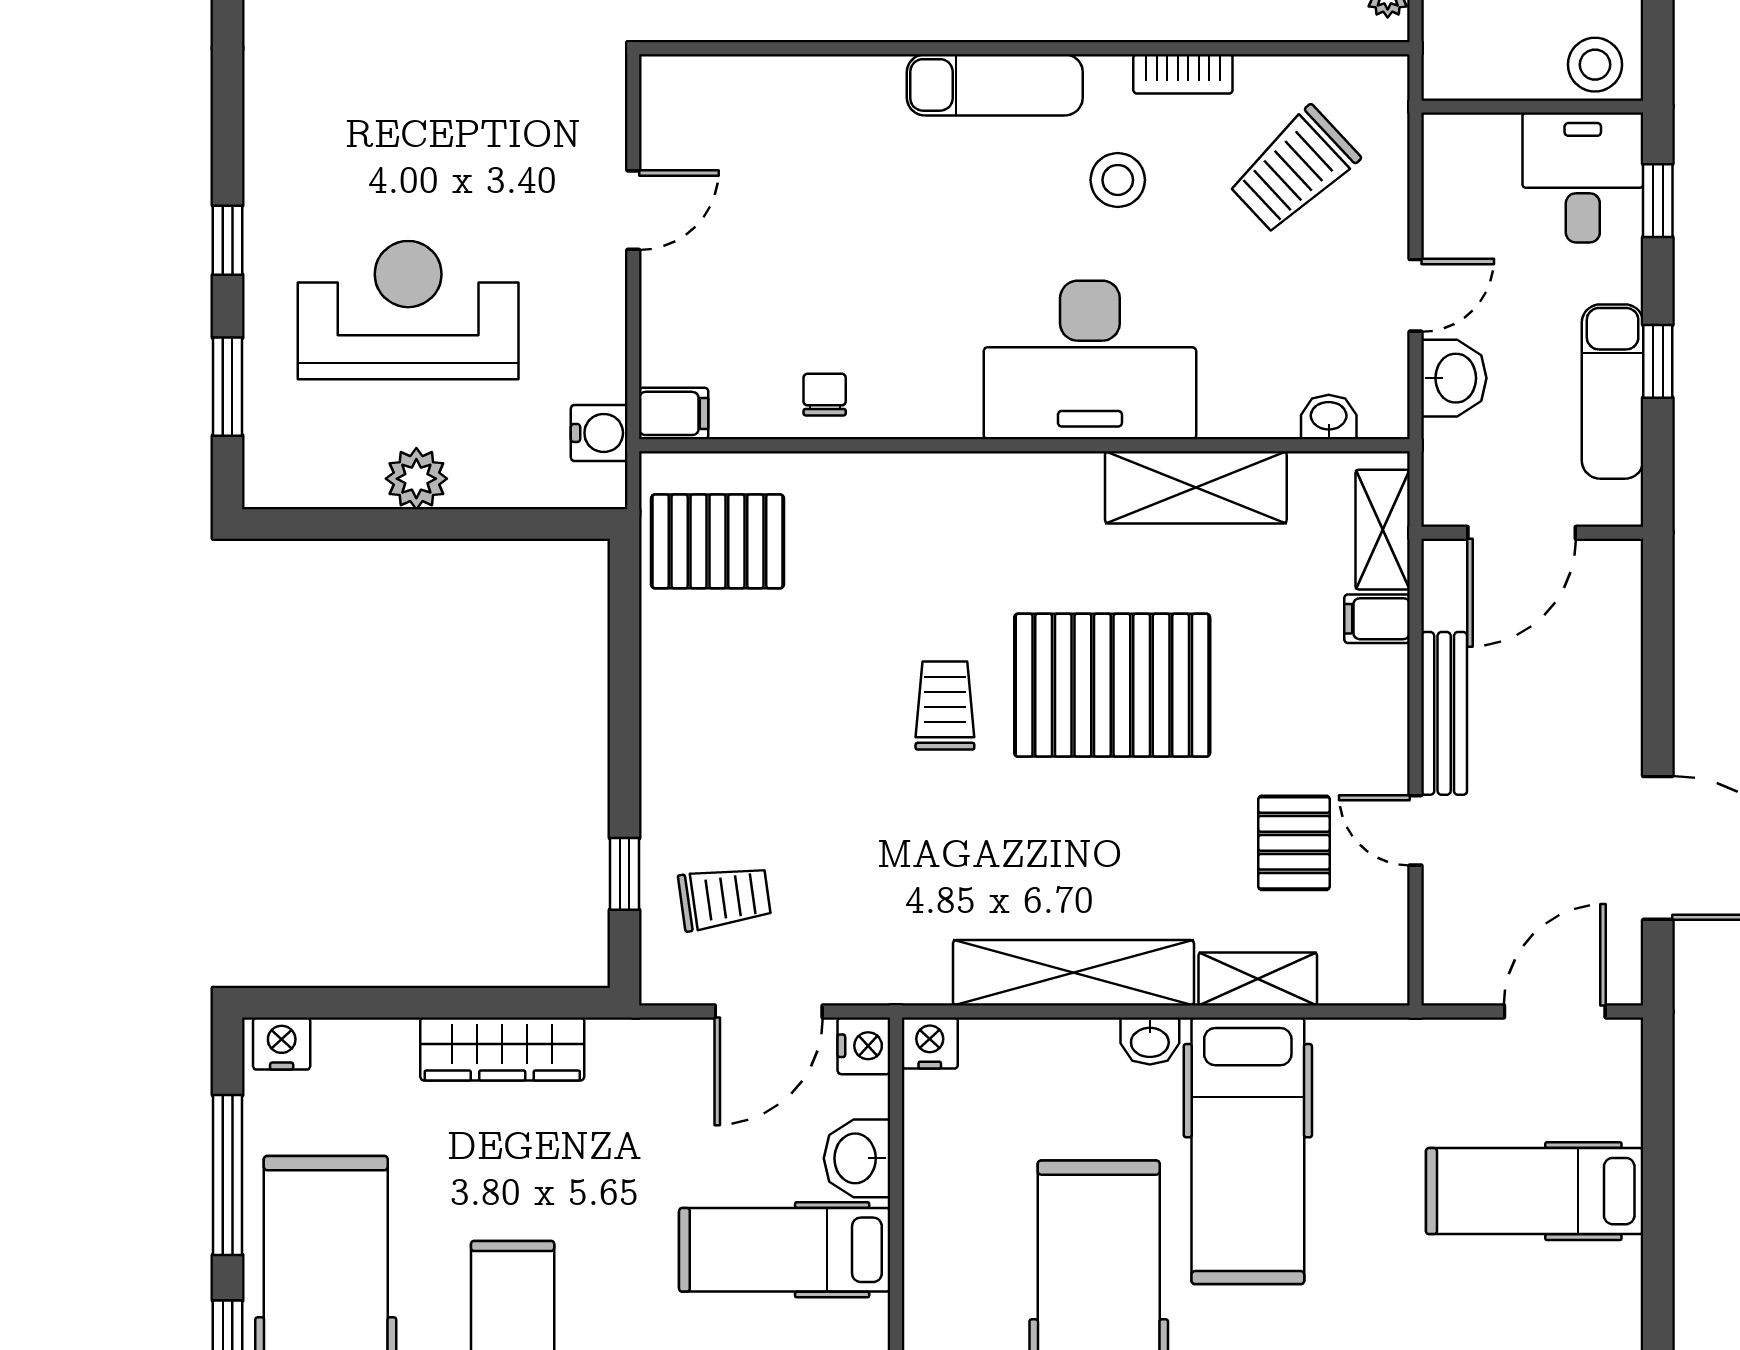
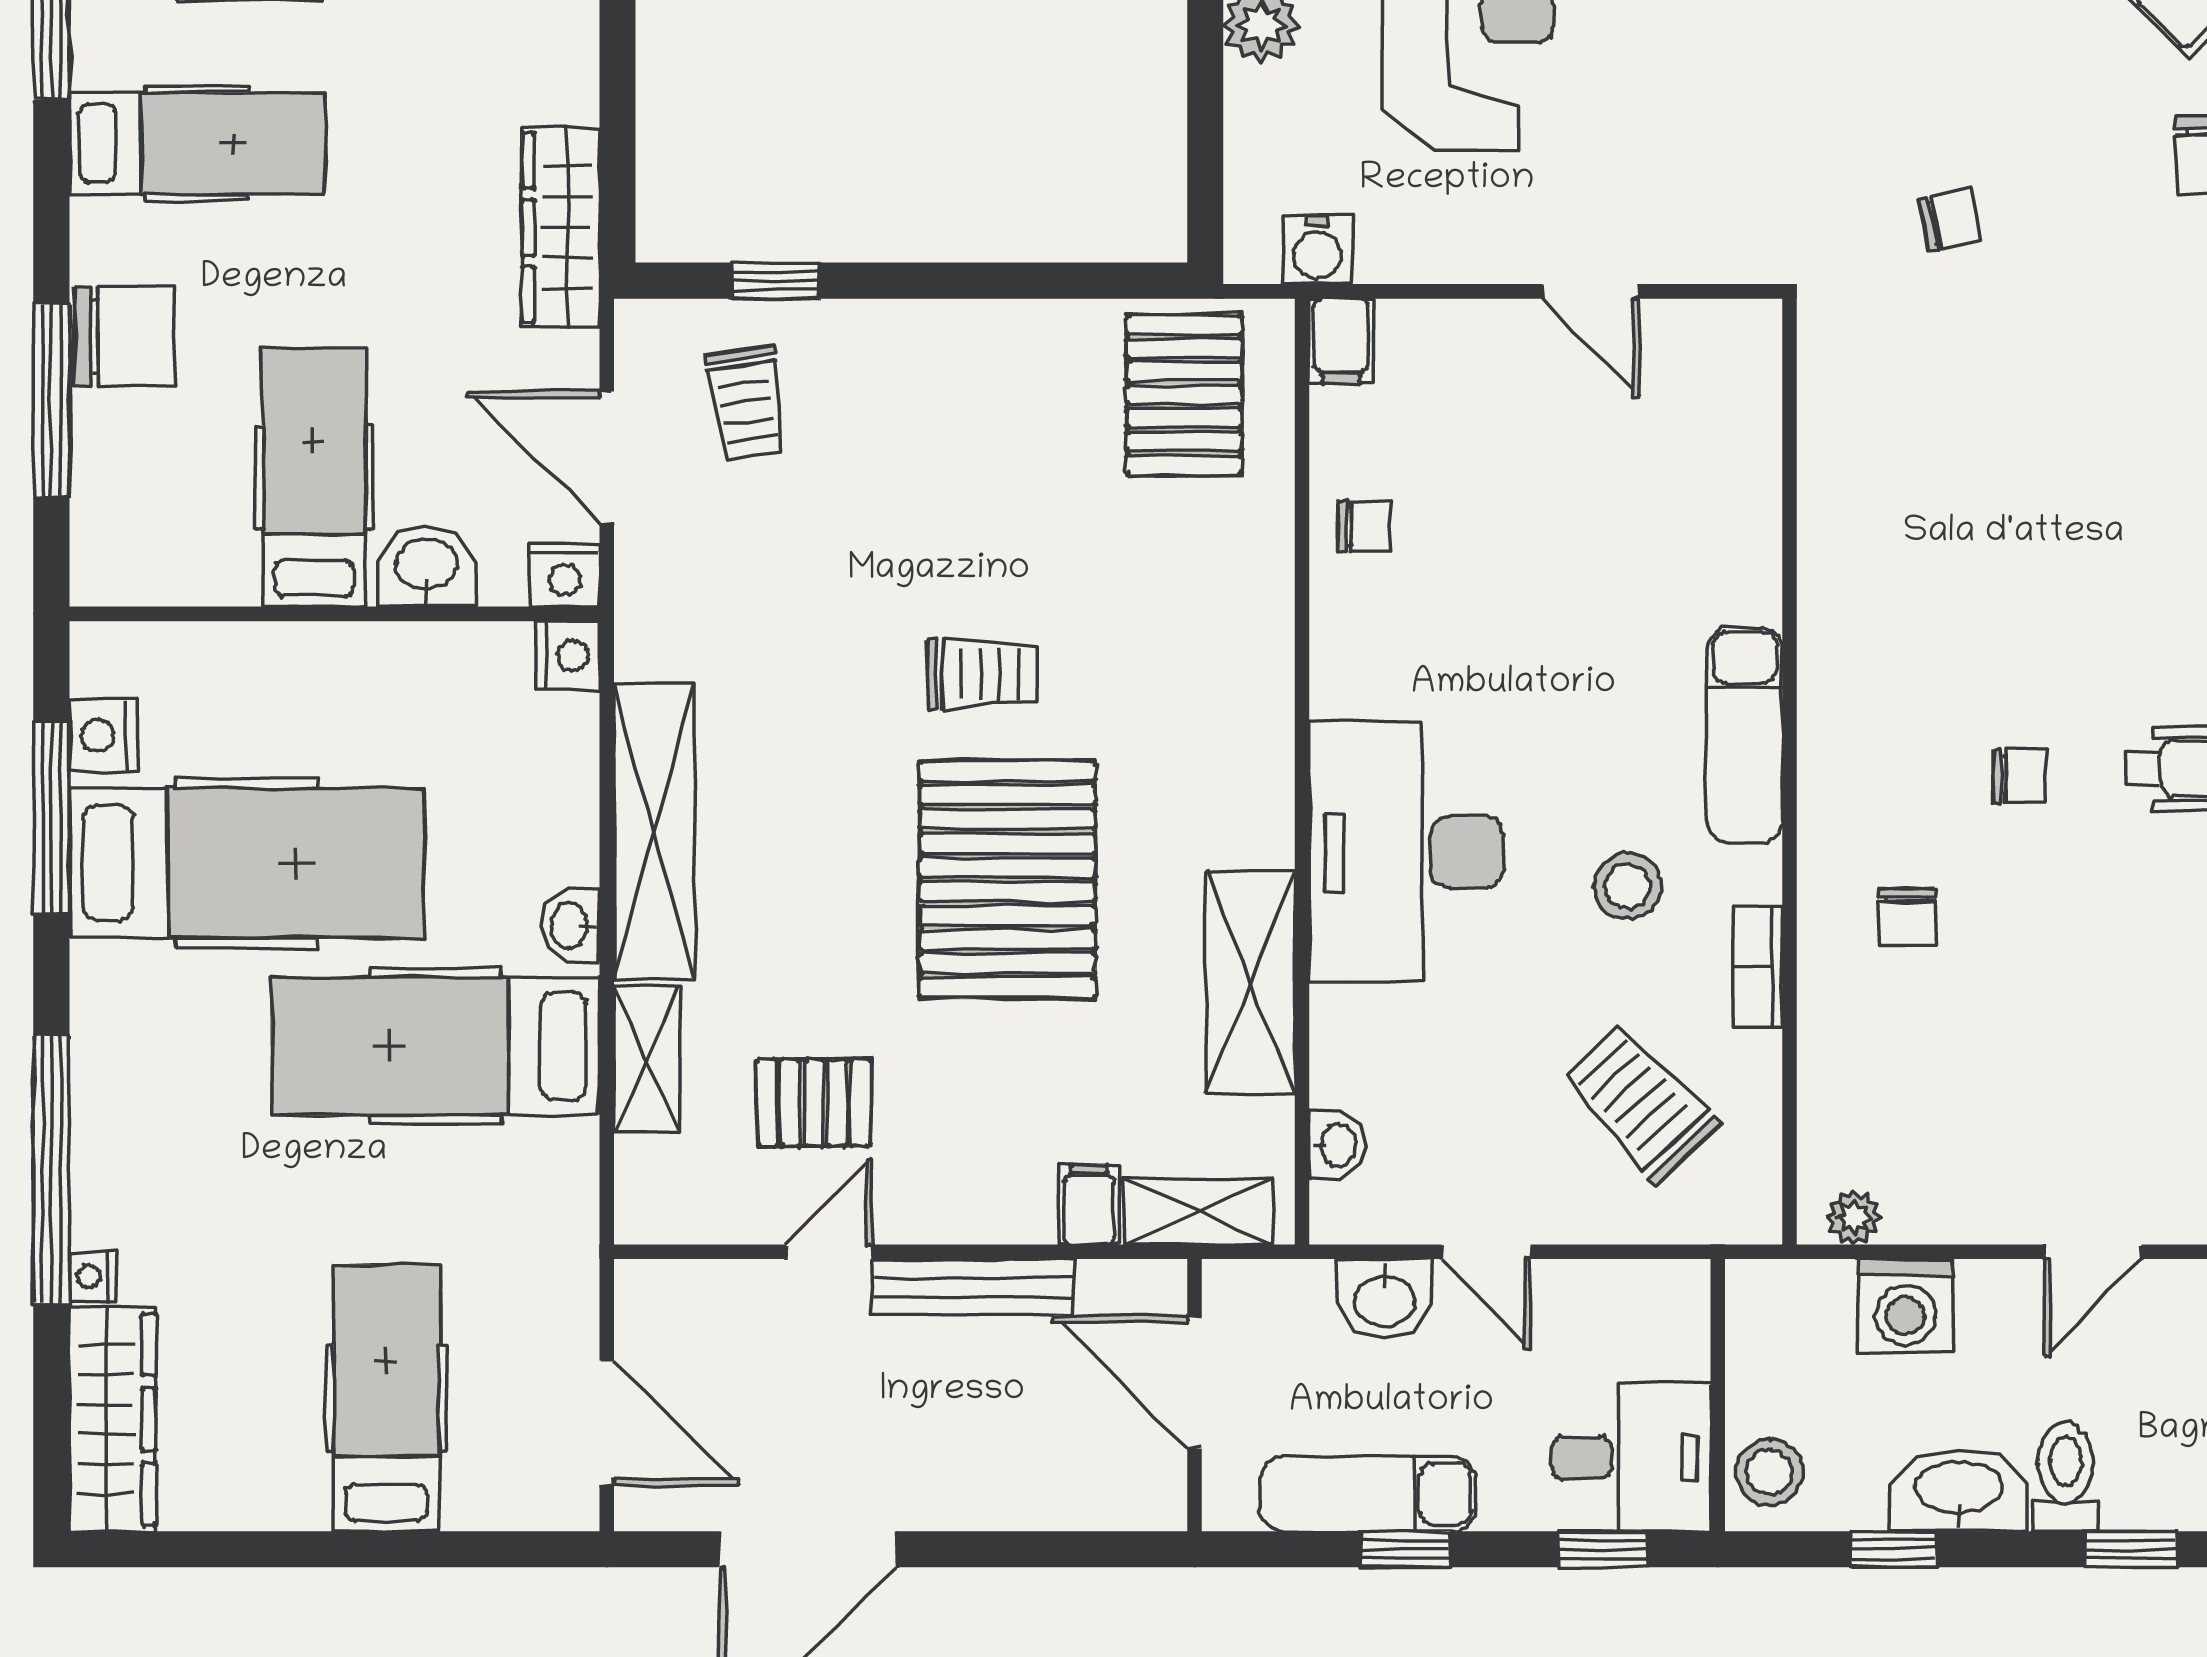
wardrobe: (502, 1049) -> (561, 227), moved

